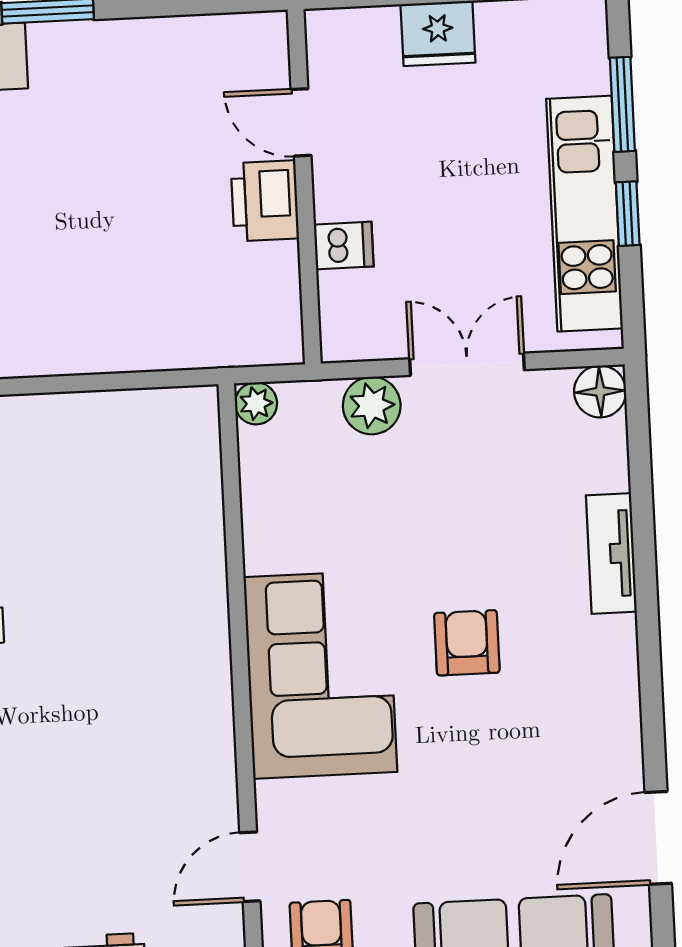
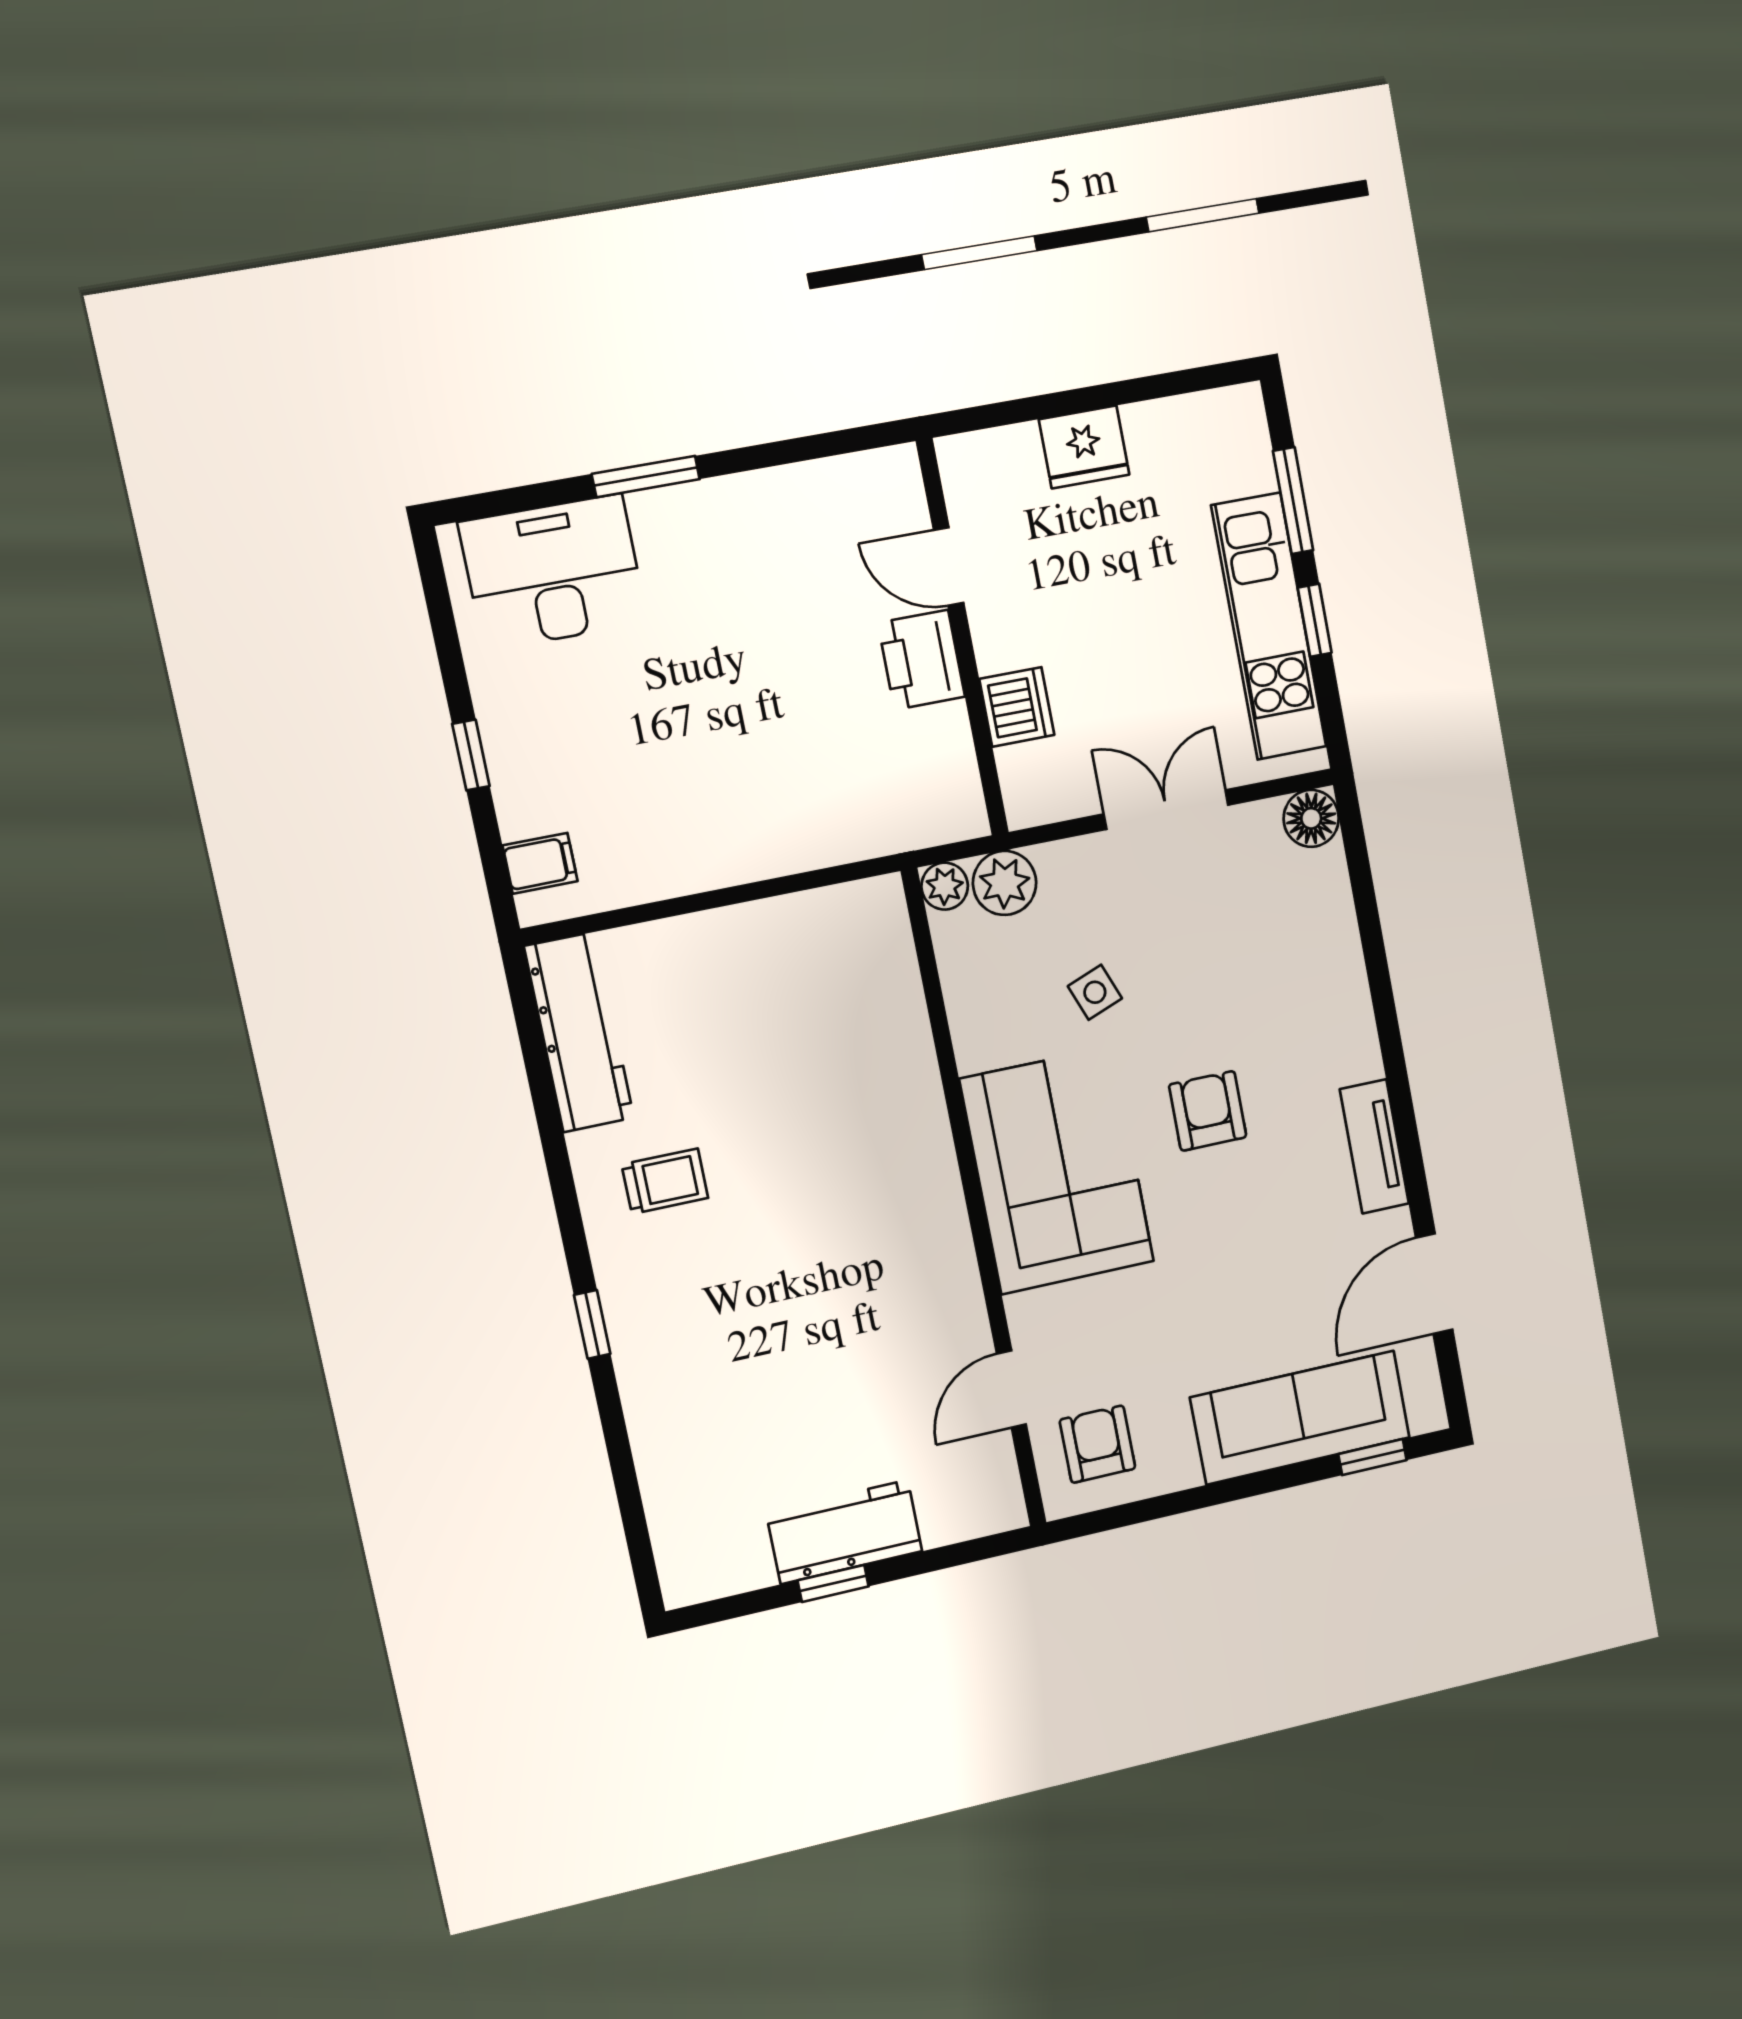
dishwasher: (344, 245) -> (1017, 707), width x1.38
plant: (372, 406) -> (1005, 883), moved
side table: (378, 519) -> (1095, 992), added
tv unit: (611, 554) -> (1374, 1146), moved

